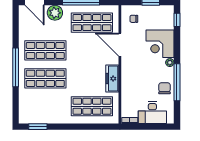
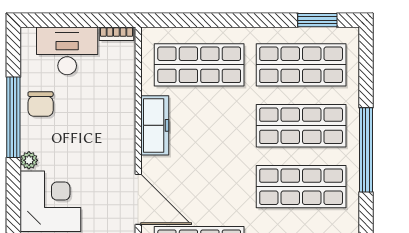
shop shelf: (45, 106) -> (301, 65), added

